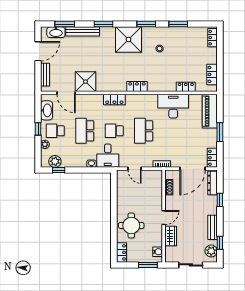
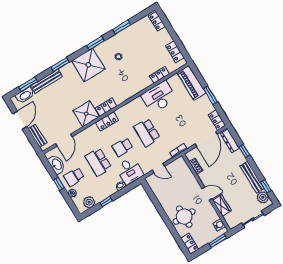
shower: (86, 82) -> (86, 114), moved
locker: (137, 86) -> (106, 107), moved
door: (66, 93) -> (64, 140), hinge flipped
window: (59, 170) -> (106, 202), moved
door: (164, 218) -> (207, 194), hinge flipped
bench: (213, 227) -> (252, 177), width x1.36

